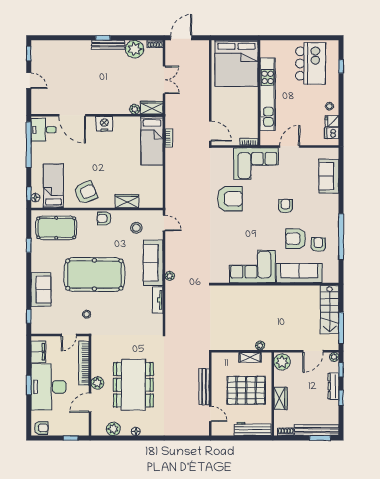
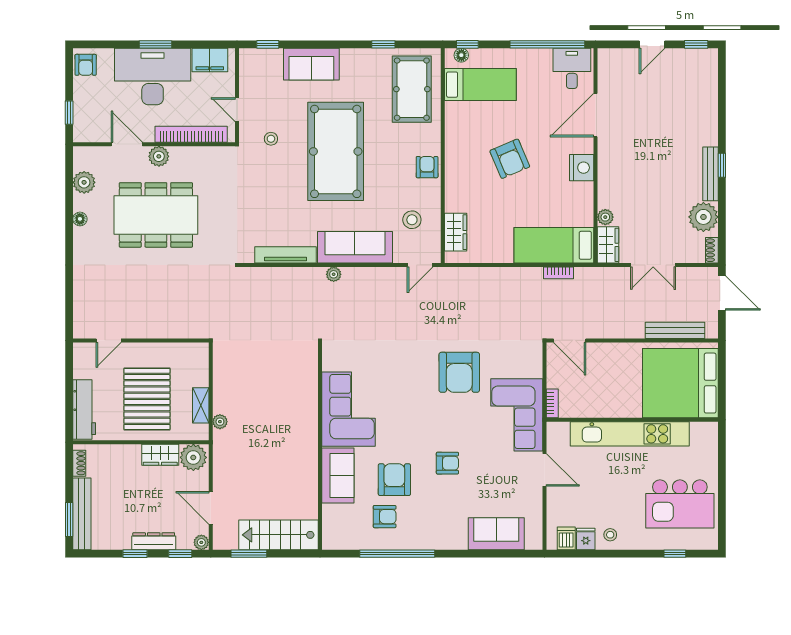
door: (210, 131) -> (570, 340), hinge flipped
armchair: (86, 193) -> (510, 159), moved
wardrobe: (127, 201) -> (456, 232), moved
sofa: (299, 273) -> (338, 475), width x0.73
tv unit: (158, 300) -> (285, 255), width x1.41
window: (341, 328) -> (249, 554), width x0.69
bench: (204, 387) -> (675, 330), moved
wardrobe: (280, 398) -> (160, 455), moved

